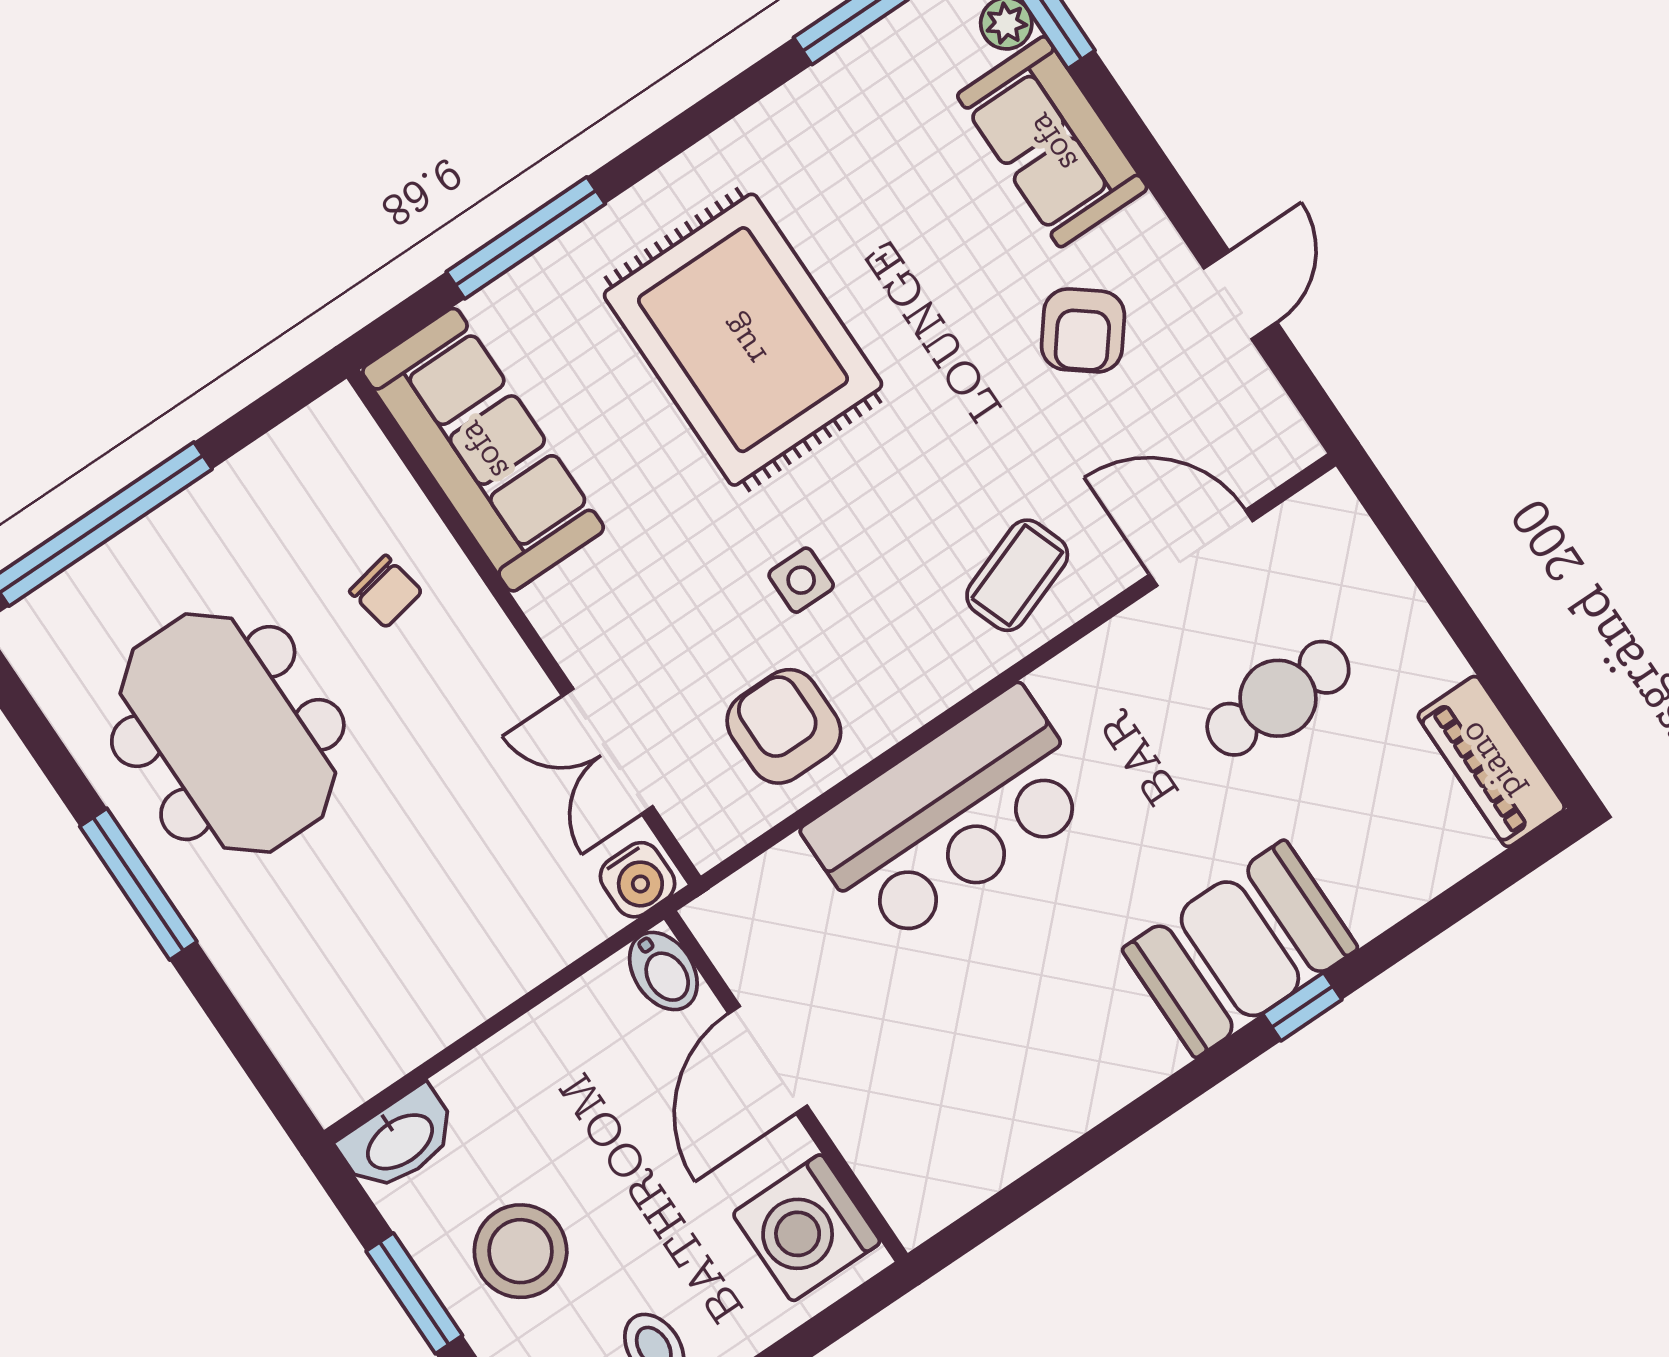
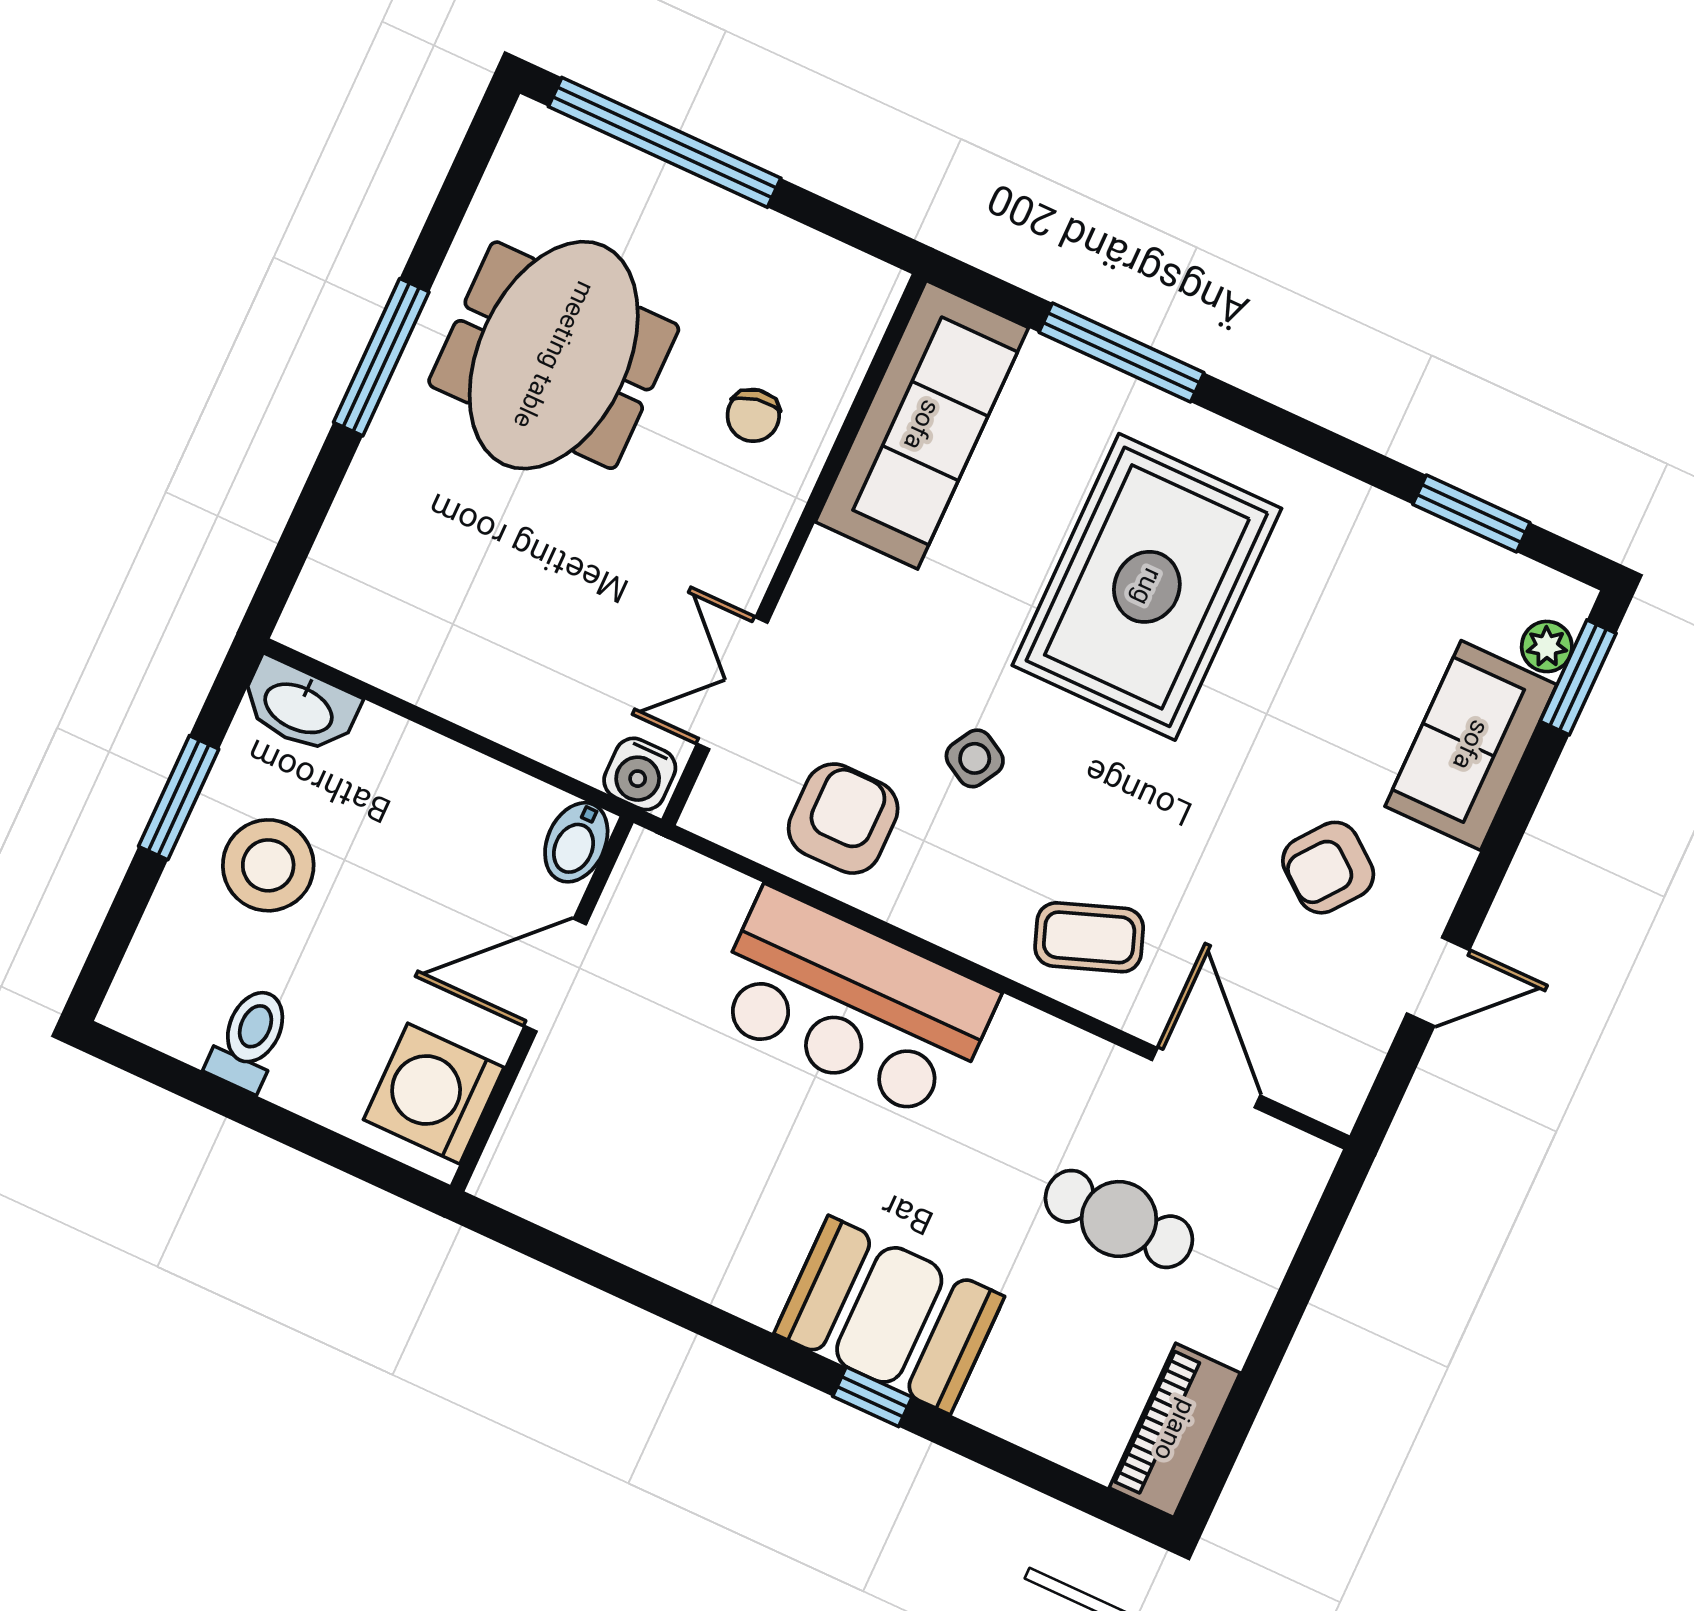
side table: (801, 580) -> (975, 758), turned 30

